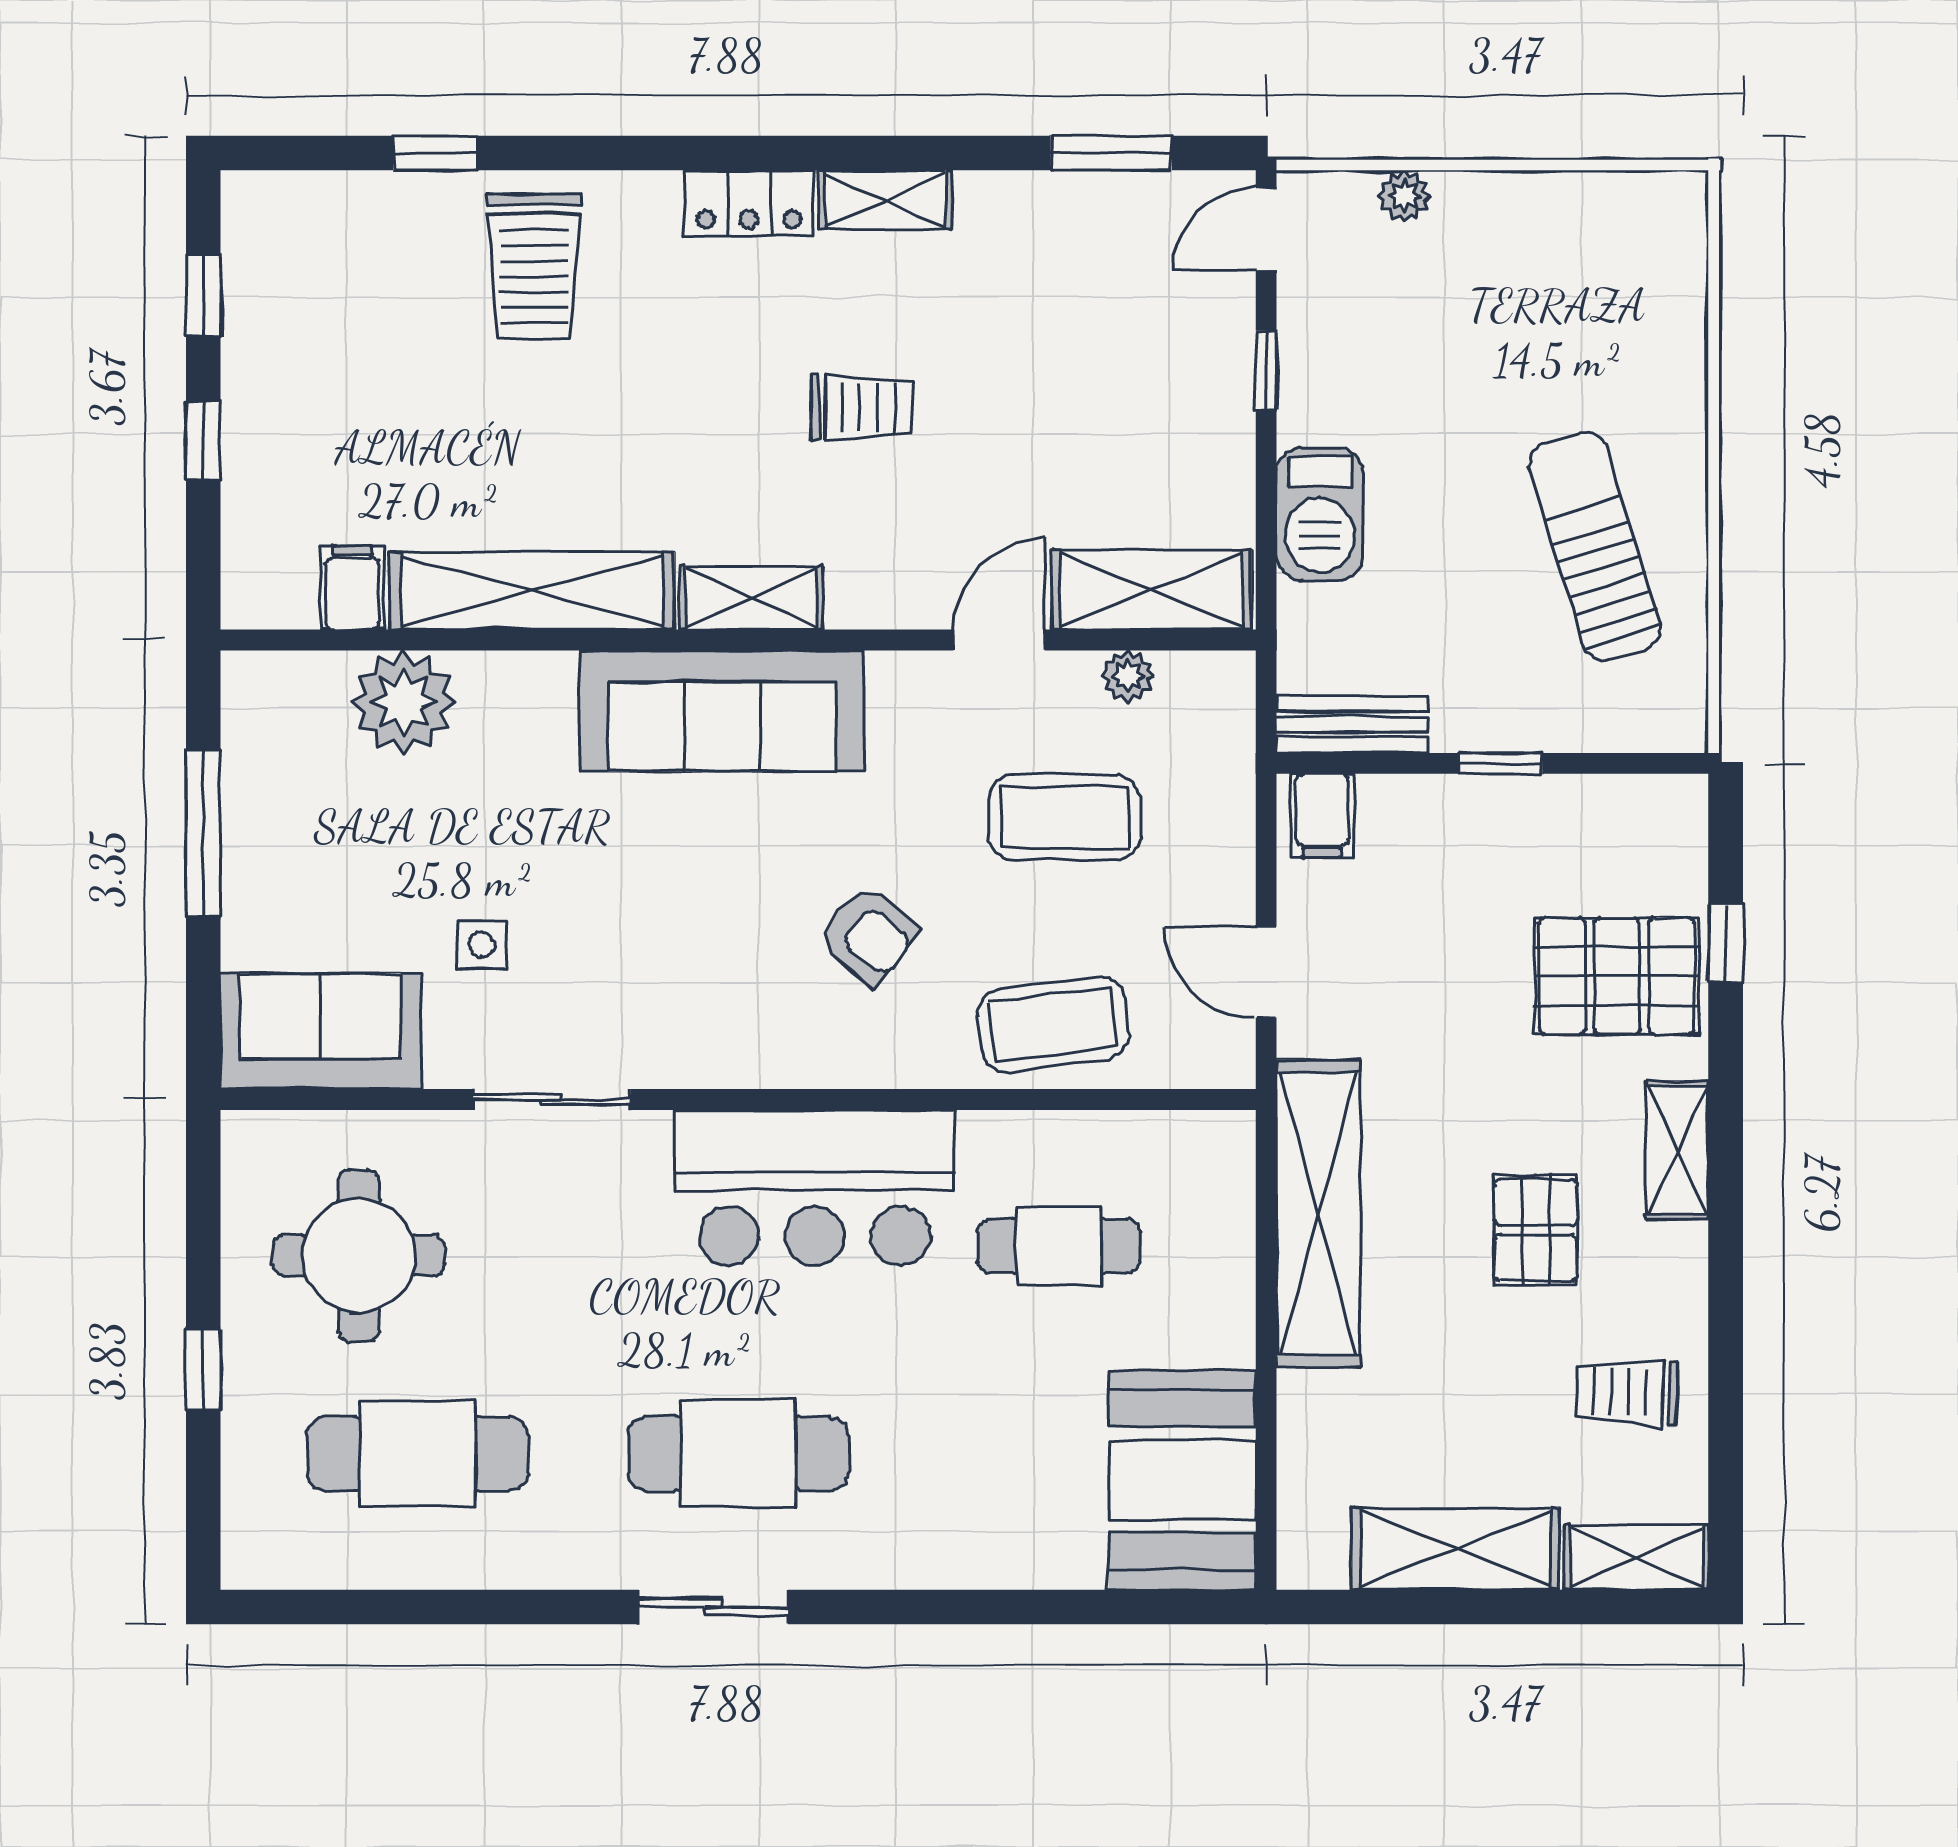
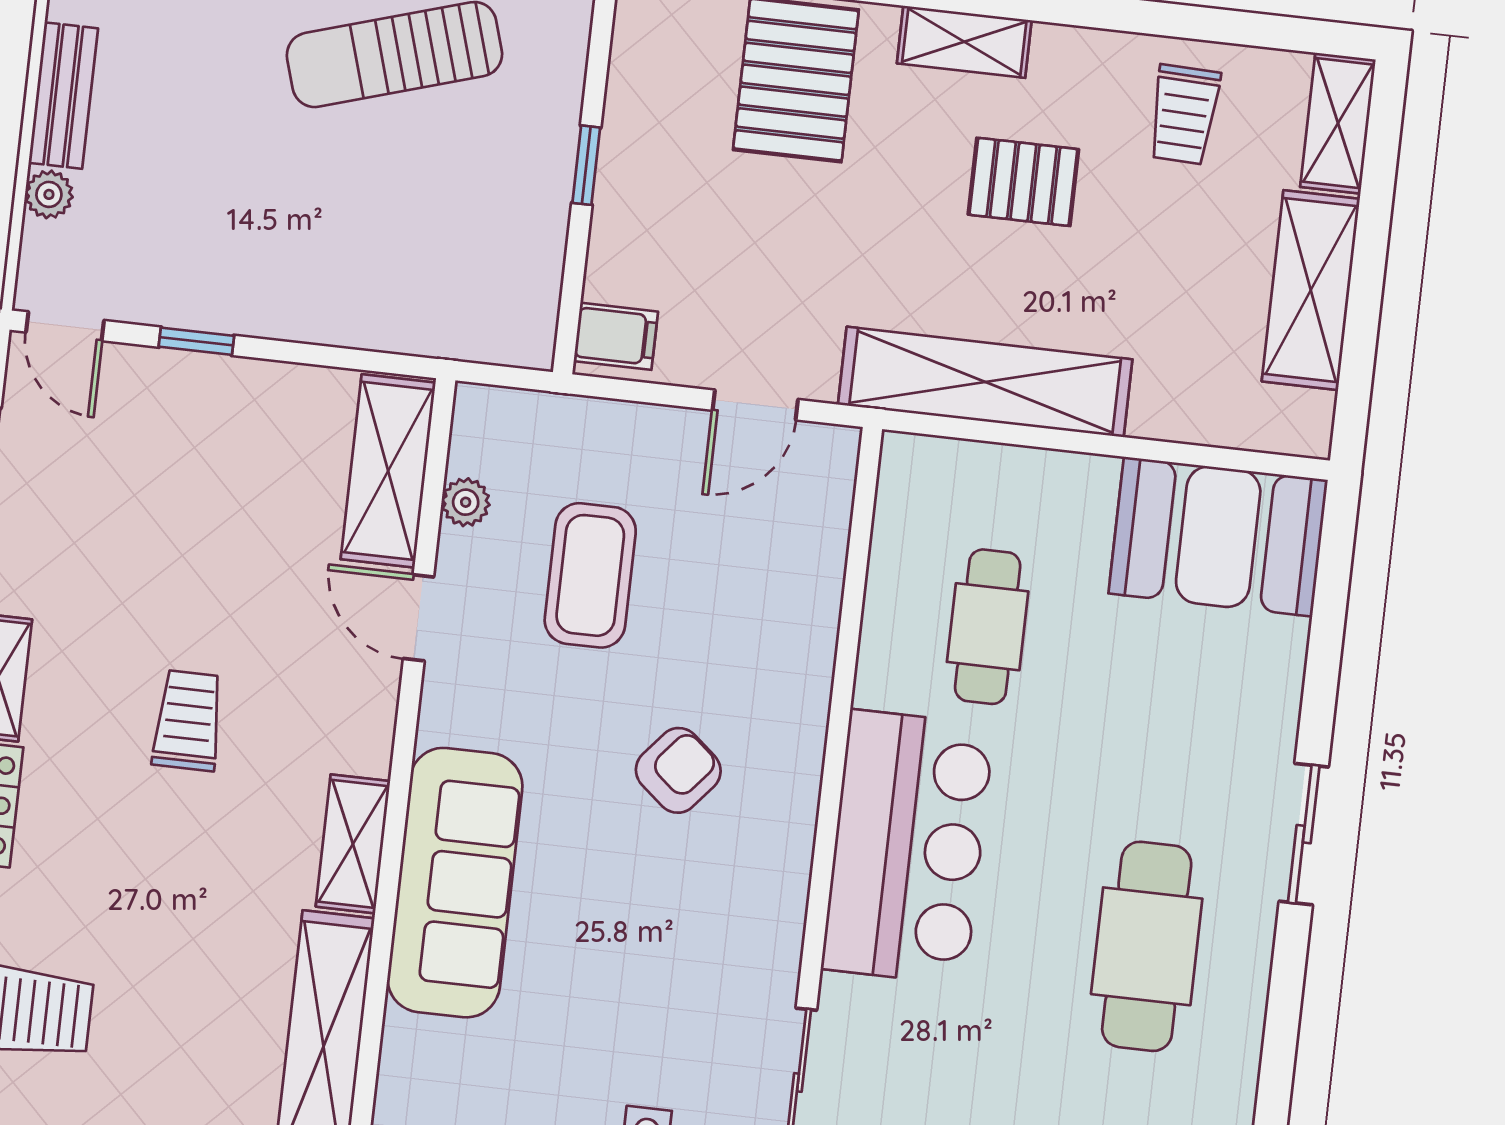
barbecue: (1320, 514) -> (335, 307), removed
bench: (1352, 724) -> (63, 96), moved
coffee table: (1053, 1024) -> (781, 608), removed
sliding door: (713, 1607) -> (1304, 834), moved

